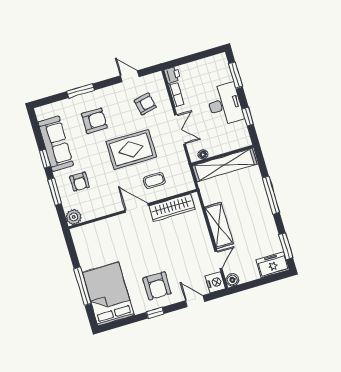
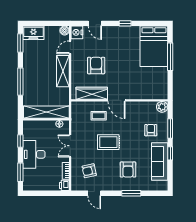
armchair: (94, 121) -> (128, 170), turned -90
rug: (131, 149) -> (108, 142), width x0.73, depth x0.70
armchair: (157, 286) -> (96, 66), moved

